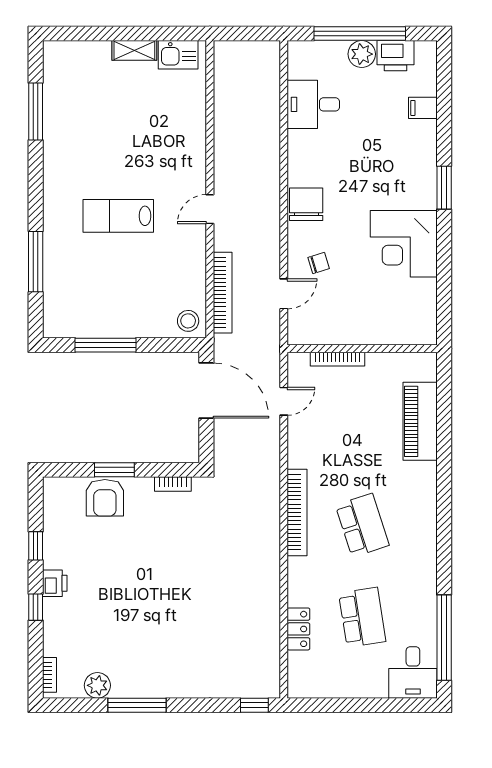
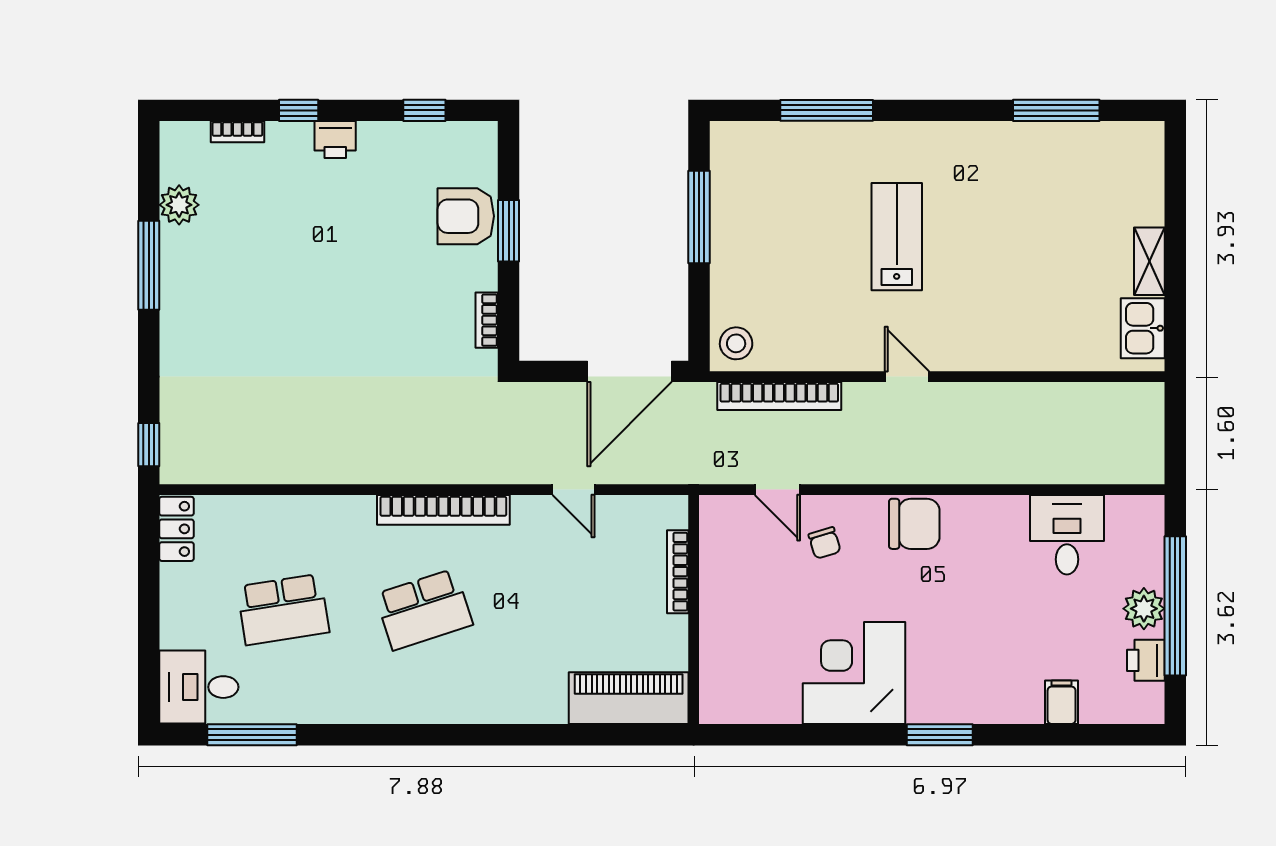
printer: (395, 56) -> (1146, 660), width x0.73, depth x0.81
door: (284, 401) -> (573, 490), moved
piano: (420, 421) -> (629, 698), moved
window: (36, 546) -> (424, 110), moved
locker: (298, 629) -> (177, 529), moved, turned -90
window: (444, 638) -> (252, 735), width x0.68
bookcase: (50, 675) -> (237, 132), moved

